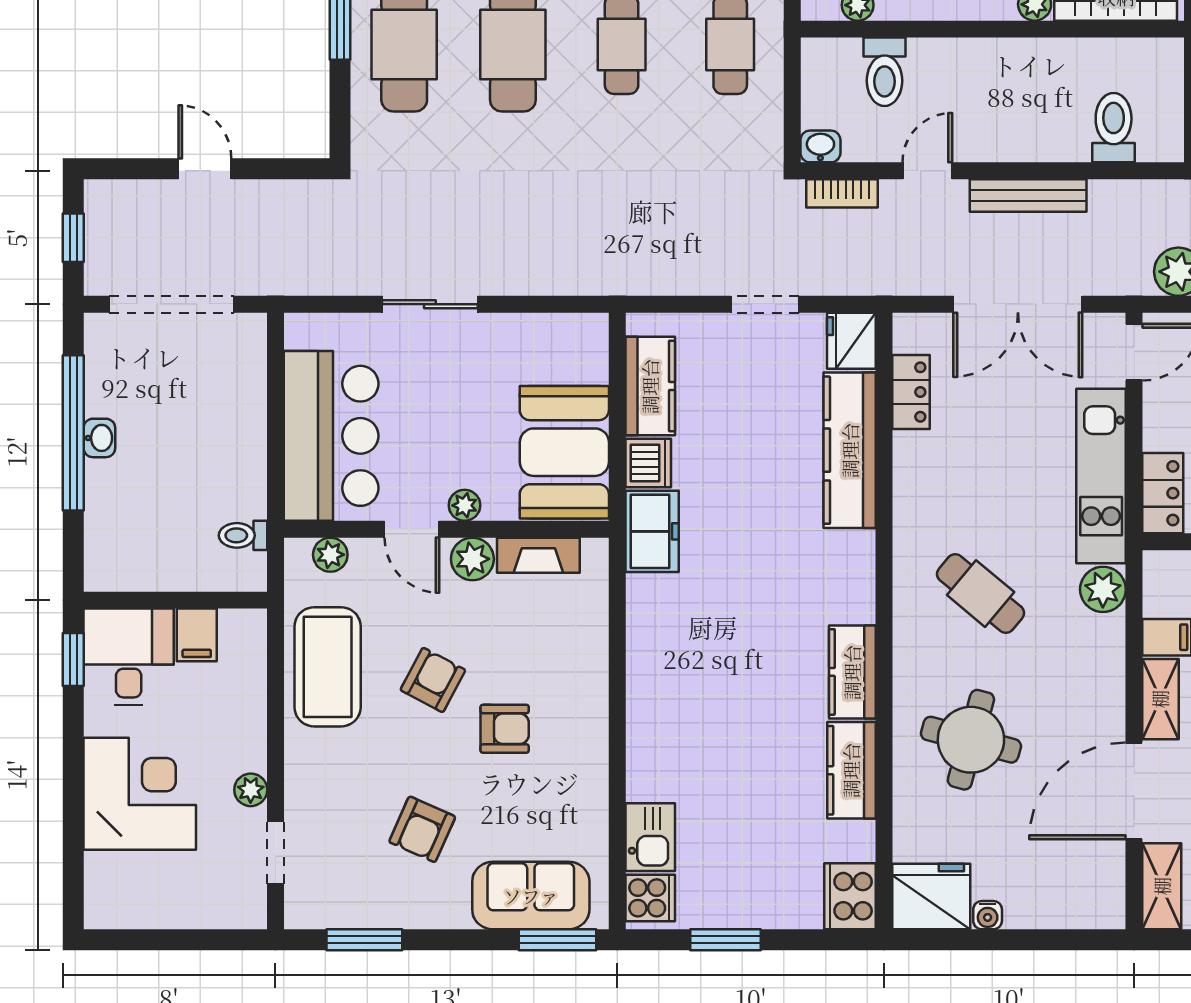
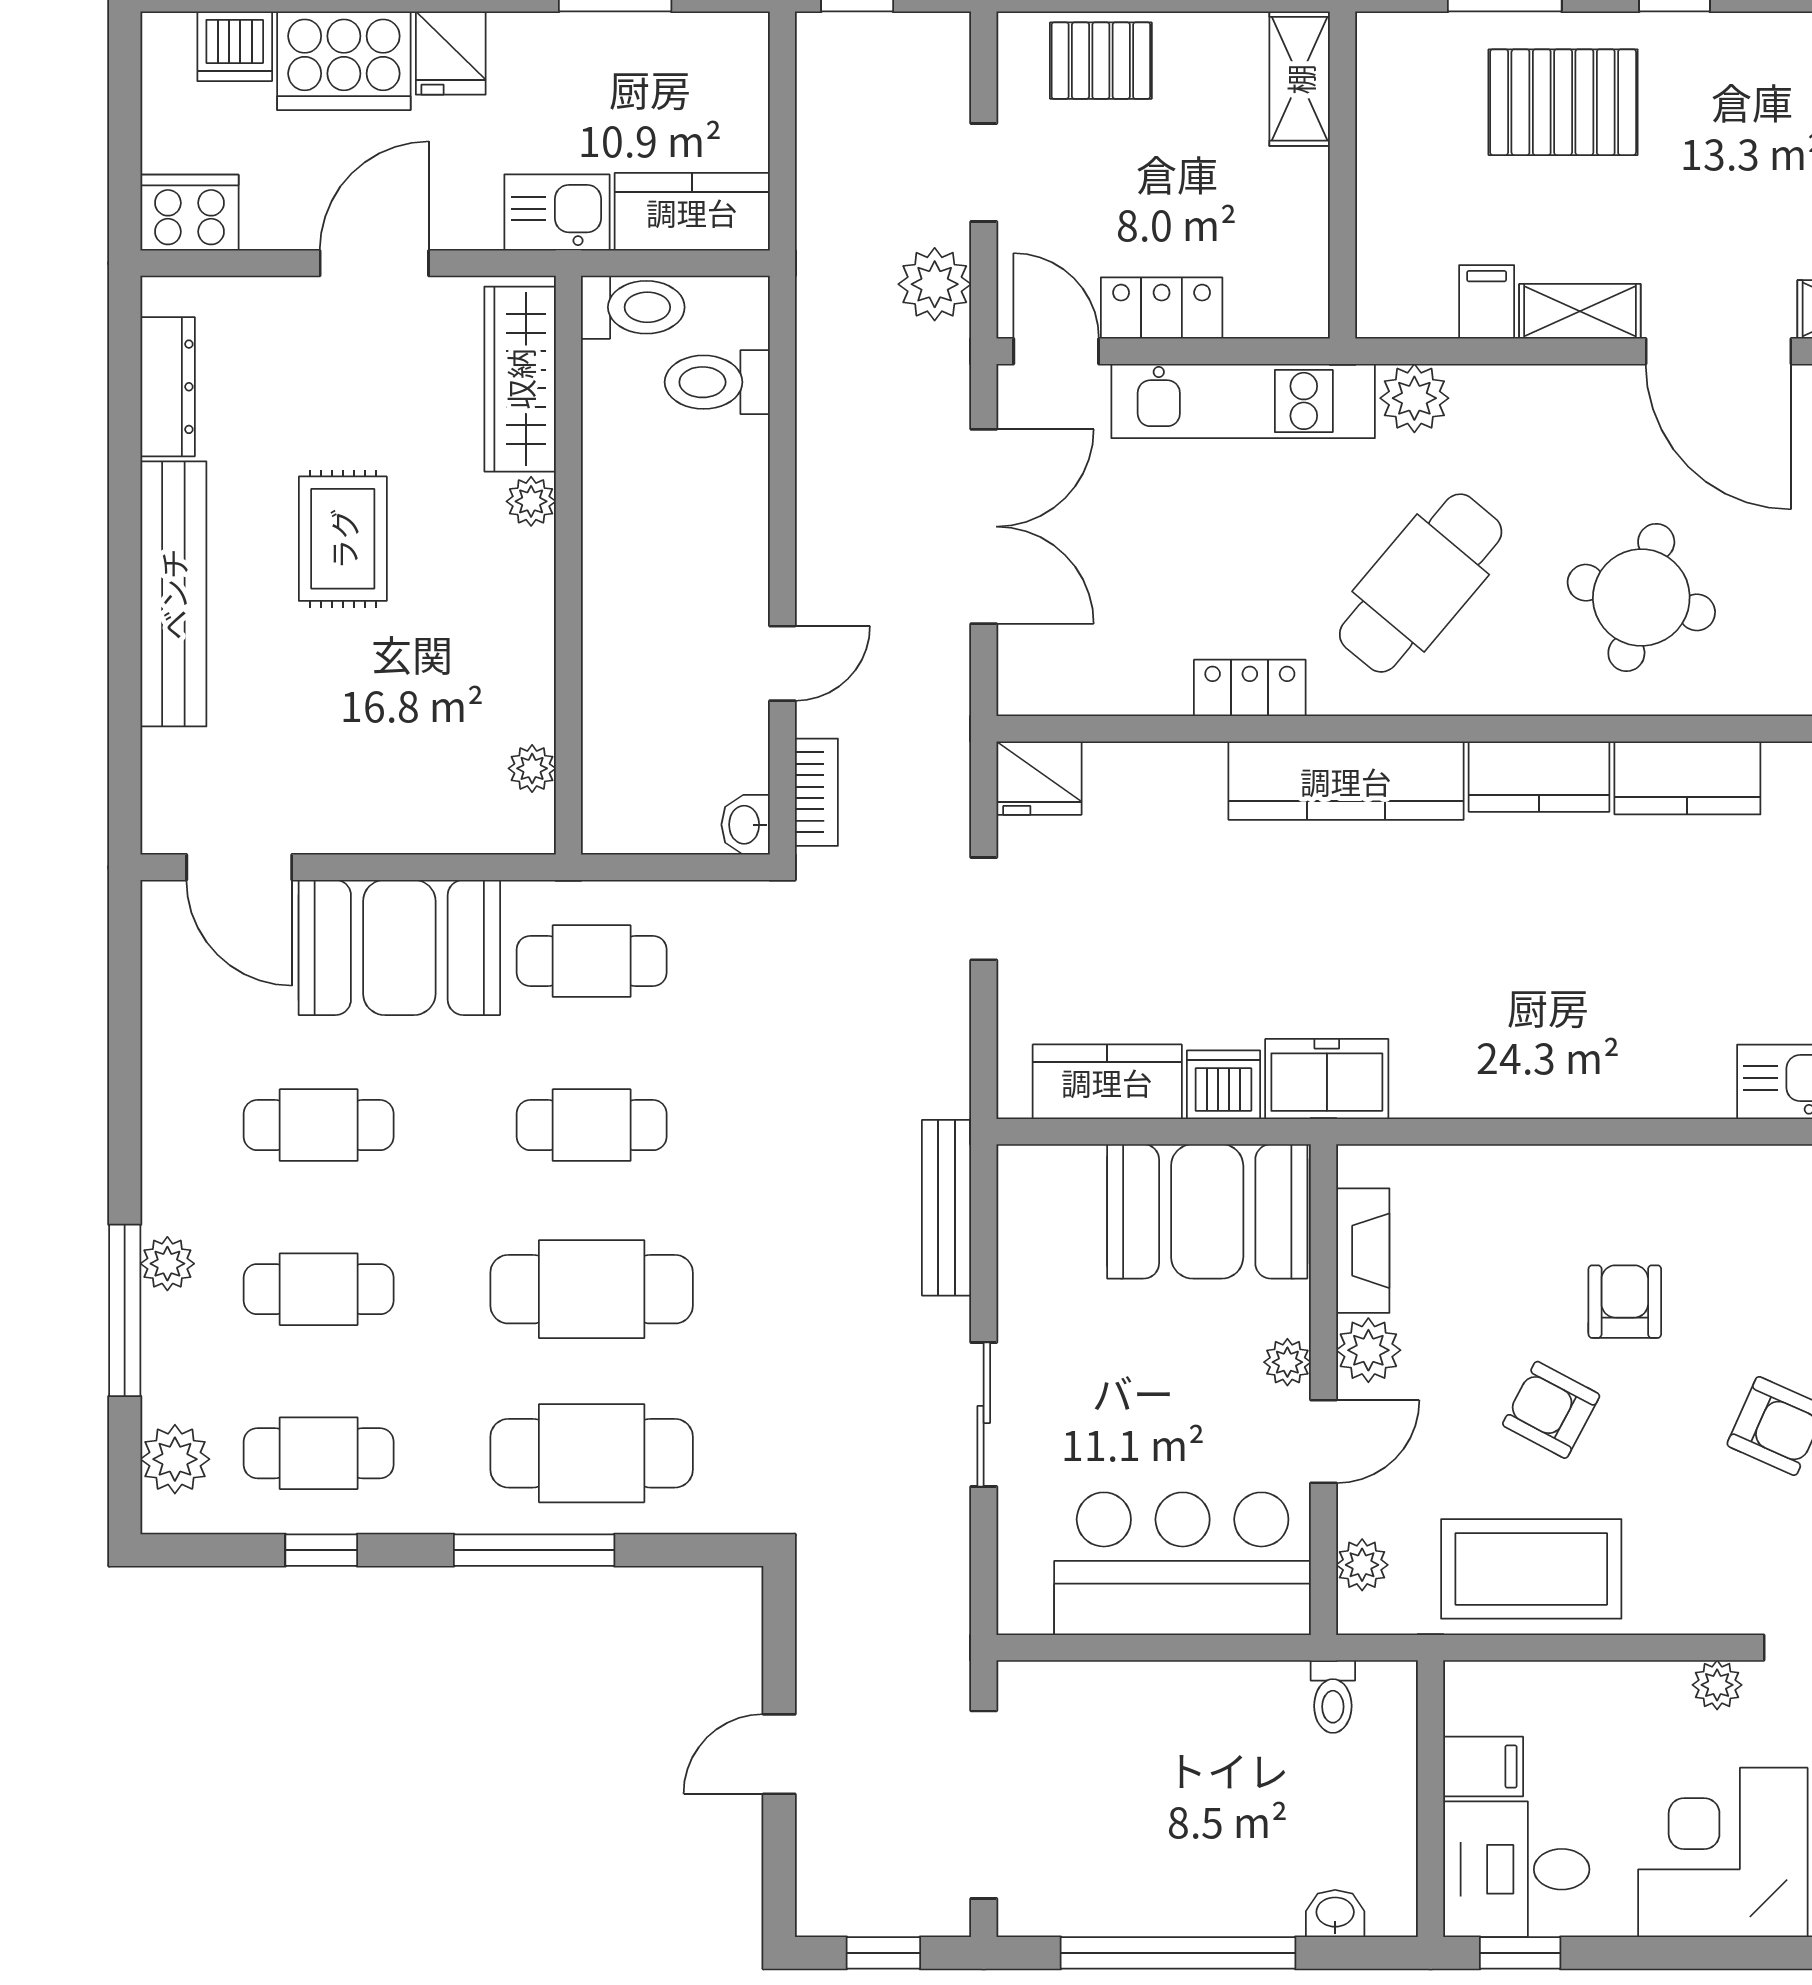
toilet: (885, 72) -> (633, 307), moved
door: (927, 171) -> (782, 663), swing flipped
bench: (1028, 195) -> (947, 1208), moved
locker: (911, 392) -> (1250, 688), moved
washbasin: (99, 438) -> (1335, 1913), moved
kitchen counter: (850, 450) -> (1346, 781), moved
locker: (1163, 493) -> (1162, 308), moved
cafe table: (981, 594) -> (1421, 583), width x1.37, depth x1.35

